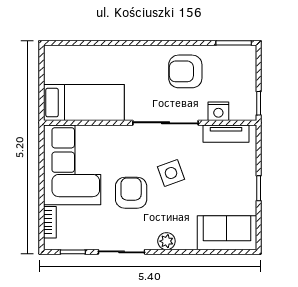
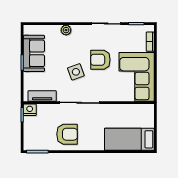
bed: (84, 103) -> (129, 139), moved
nightstand: (218, 111) -> (30, 110), moved
armchair: (131, 193) -> (100, 60), turned 90
sofa: (227, 233) -> (34, 53), moved, turned -90
plant: (166, 241) -> (66, 30), moved

